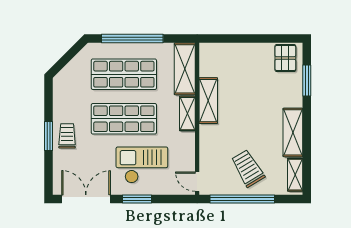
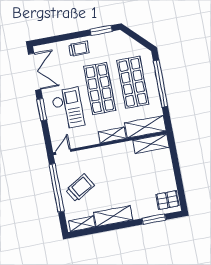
shelving: (208, 101) -> (151, 144), moved
window: (49, 136) -> (101, 30), moved

